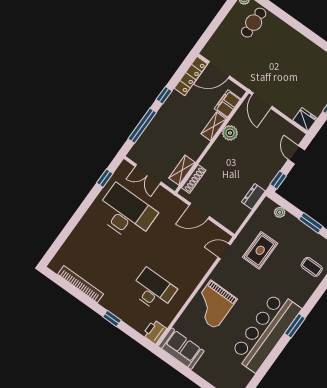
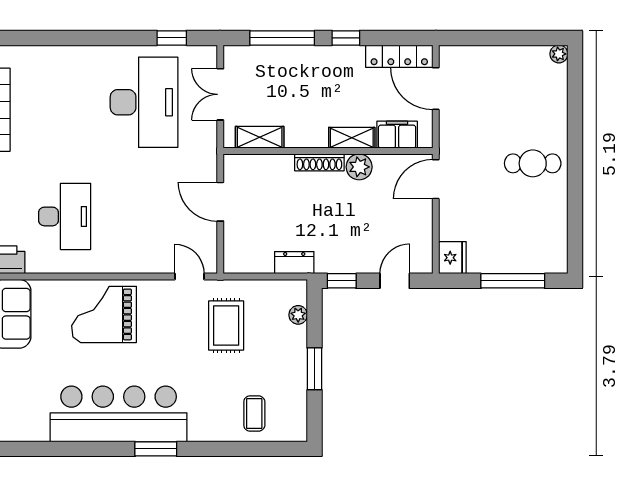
cafe table: (254, 23) -> (533, 163), moved
shoe rack: (194, 179) -> (319, 162), moved
rug: (260, 250) -> (226, 326), turned 90

